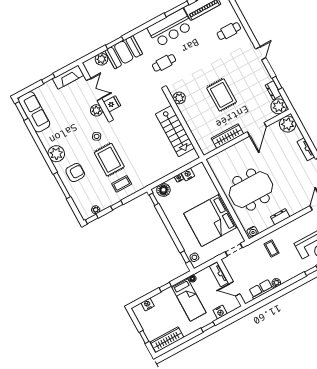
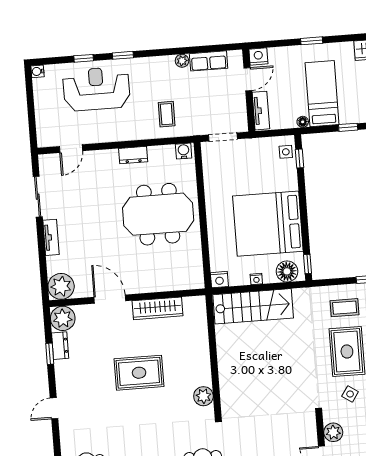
rug: (222, 95) -> (139, 373), turned 90
fridge: (112, 104) -> (306, 432), removed
door: (257, 129) -> (110, 299), hinge flipped
stairs: (175, 131) -> (253, 306), moved, turned 90
nightstand: (188, 174) -> (219, 280), moved
bed: (211, 220) -> (268, 224), moved, turned 180
door: (234, 289) -> (248, 79), hinge flipped
nightstand: (220, 312) -> (258, 56), moved

